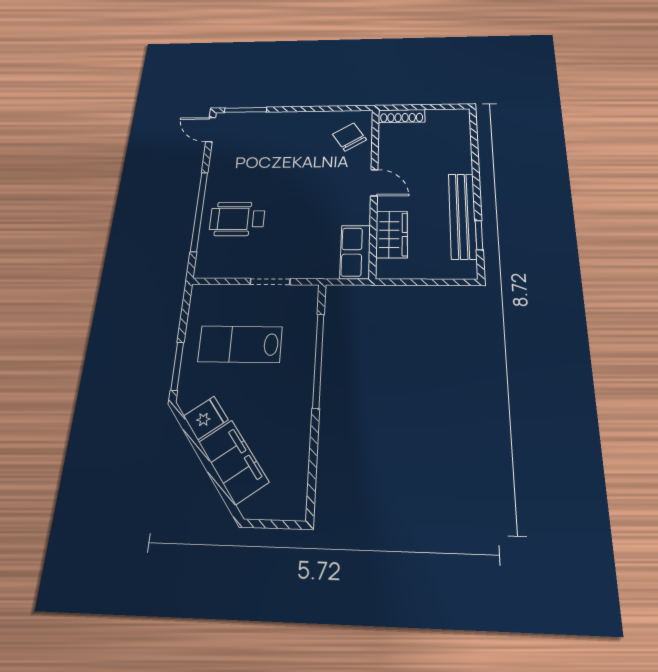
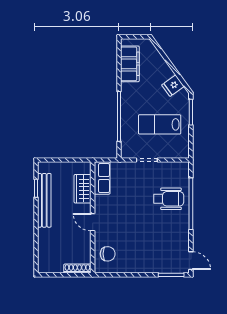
chair: (349, 137) -> (108, 254), turned -57
lab bench: (240, 344) -> (160, 124), turned 180
filing cabinet: (233, 462) -> (130, 64), moved, turned -144

